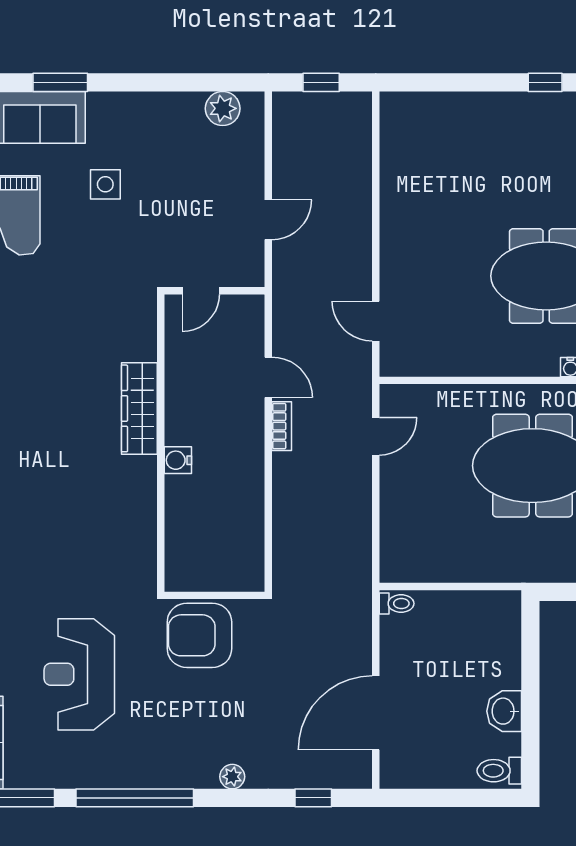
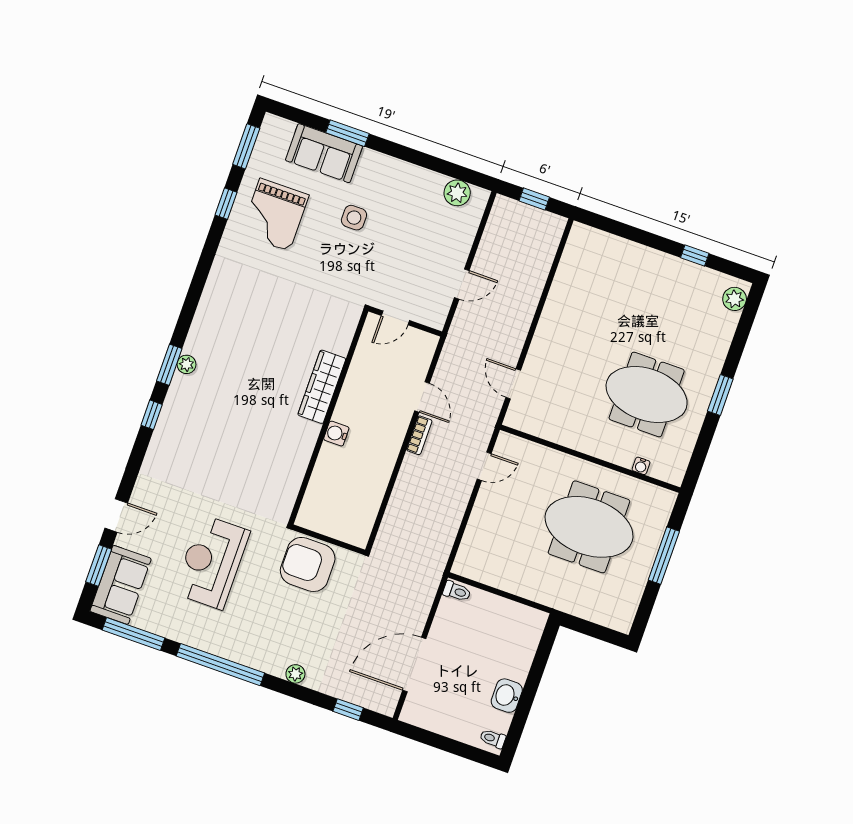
toilet: (499, 771) -> (493, 739), width x0.73, depth x0.72

